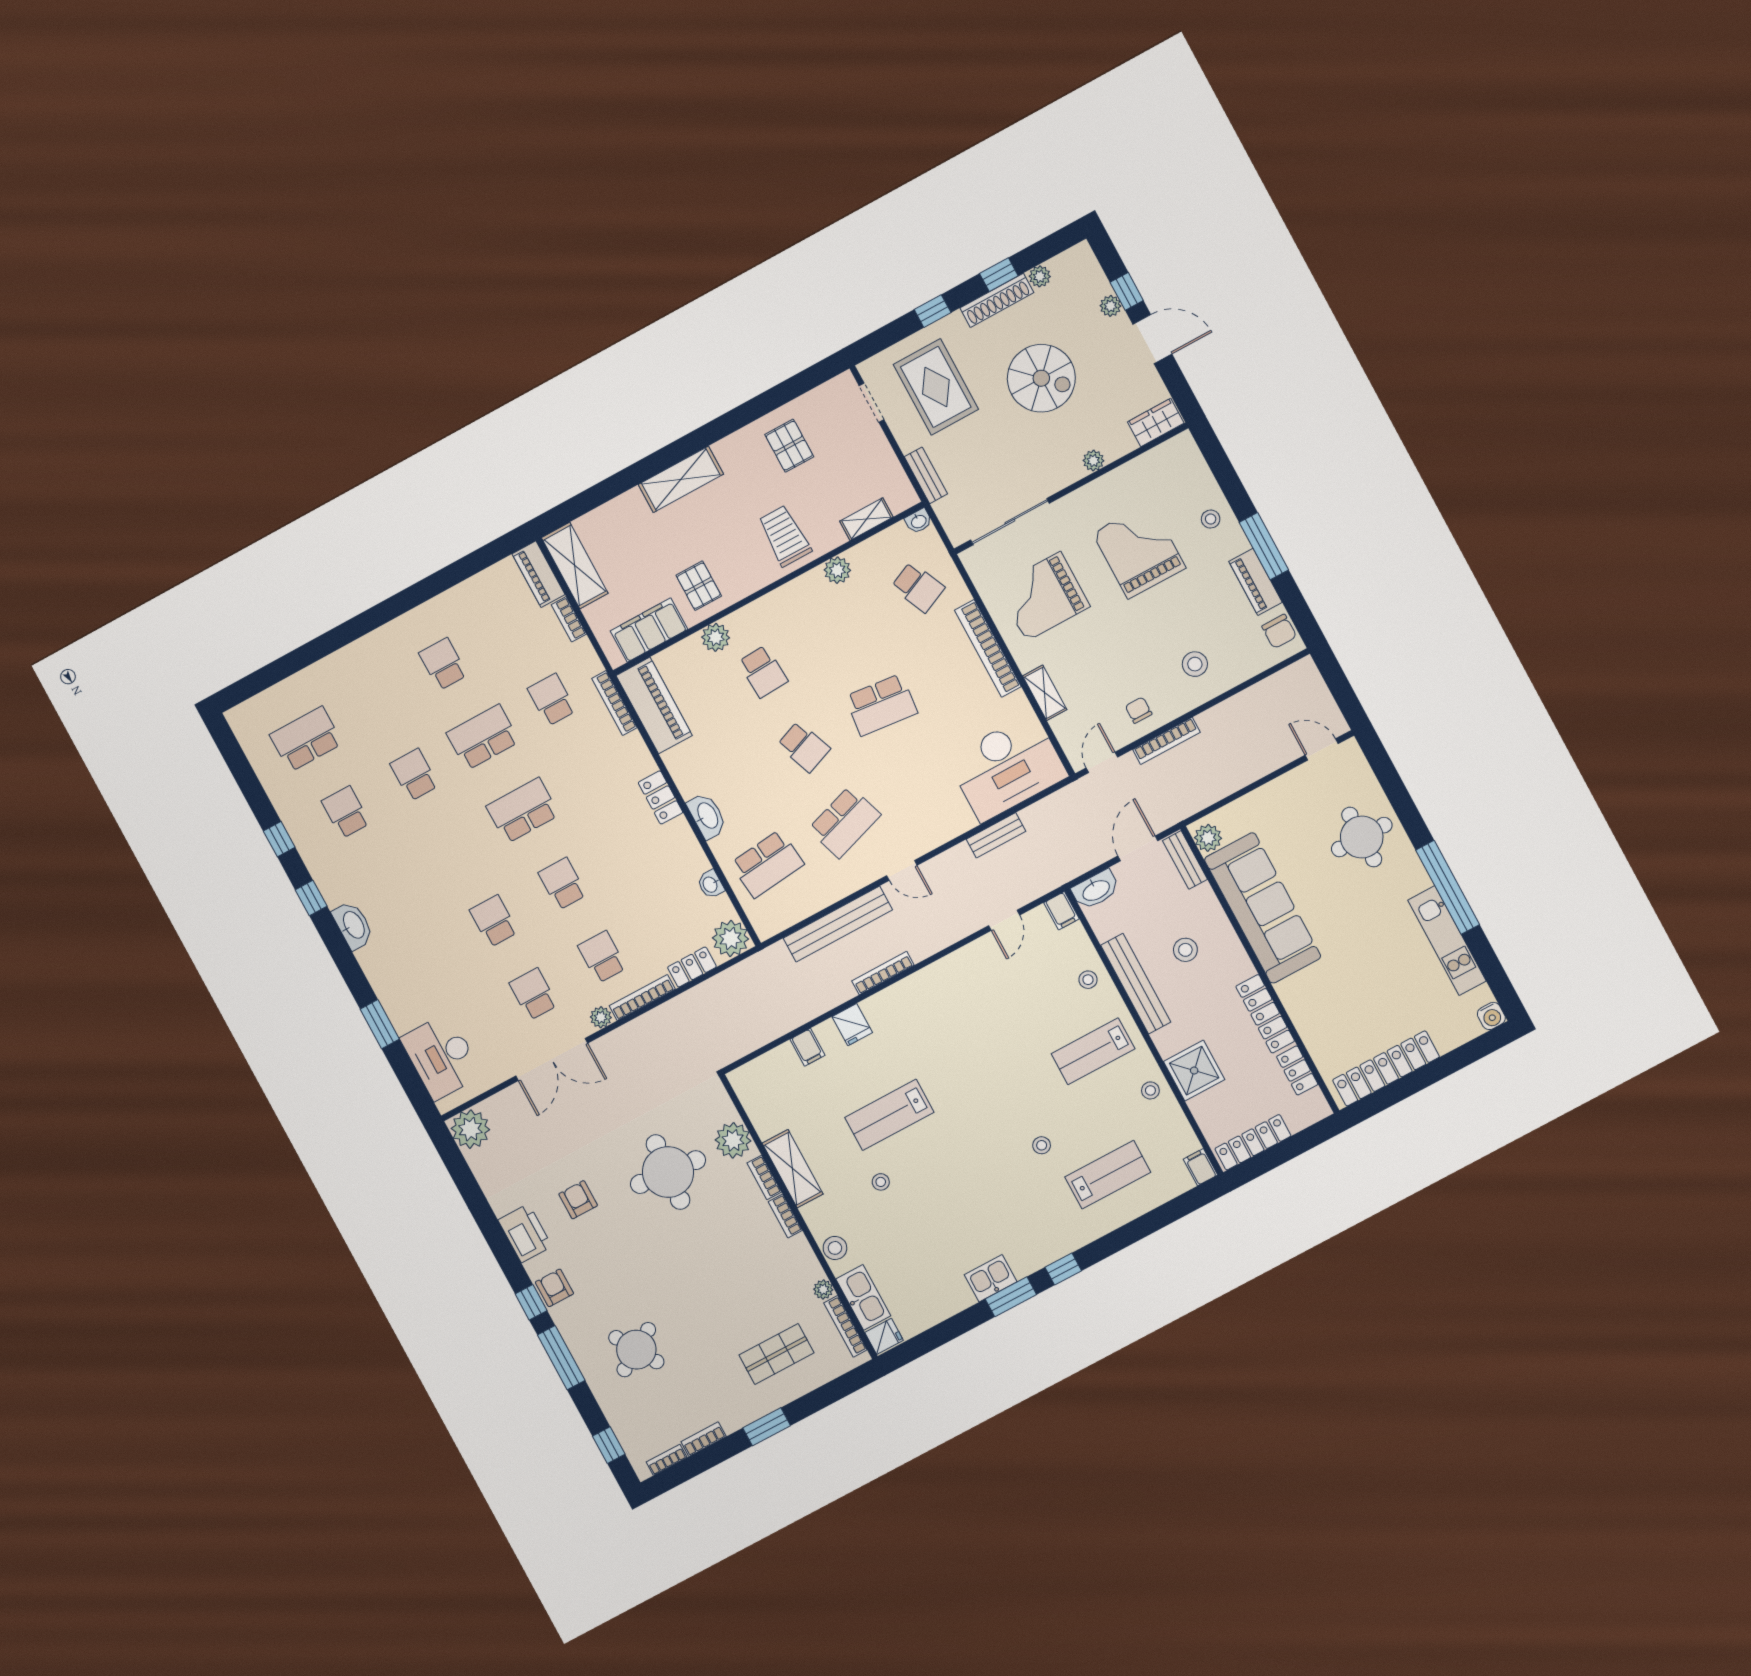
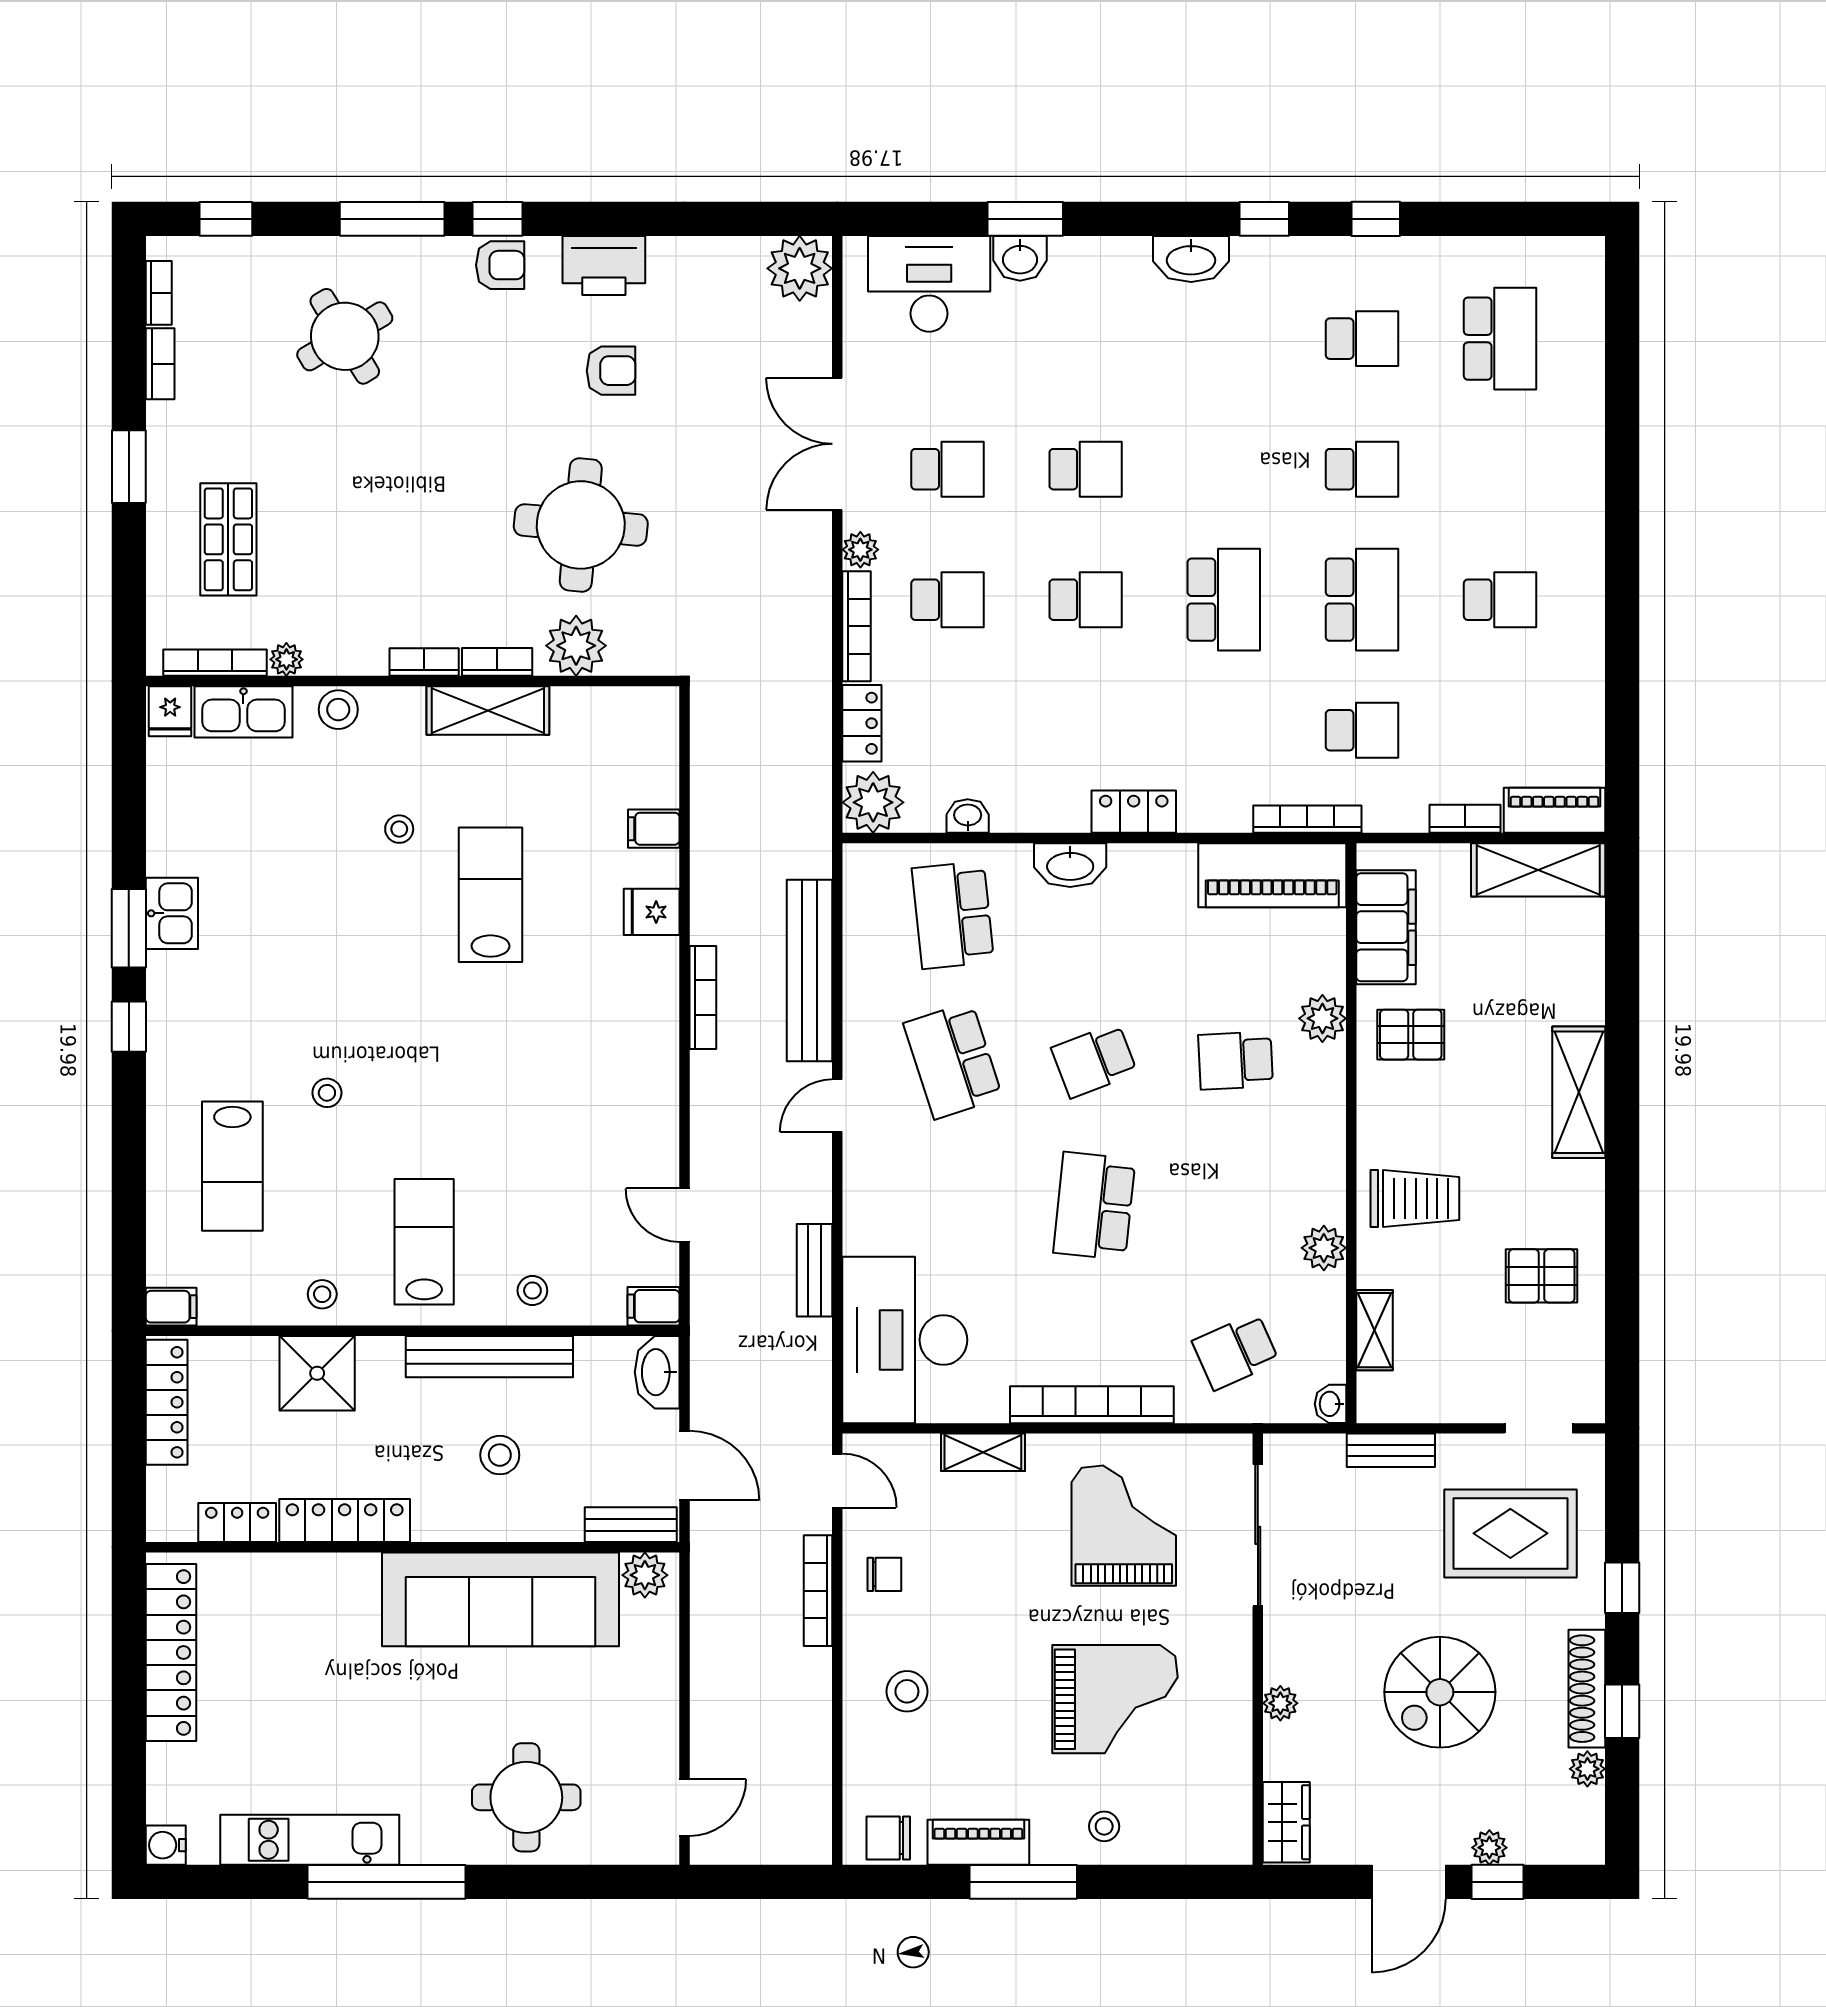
washbasin: (402, 1016) -> (1020, 258), added

